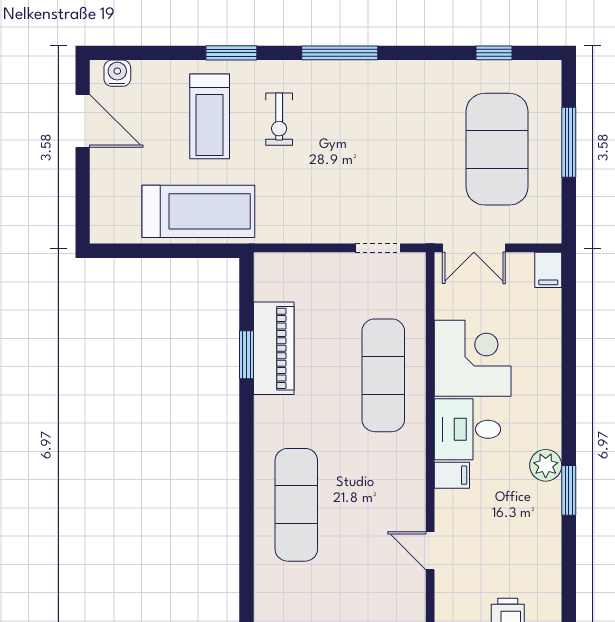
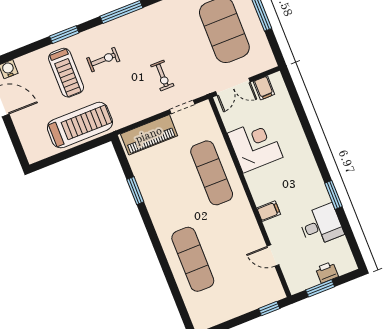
exercise bike: (279, 119) -> (103, 60), turned -90
exercise bike: (366, 184) -> (162, 75), added
filing cabinet: (548, 270) -> (264, 88), moved
piano: (274, 348) -> (149, 135), moved, turned 90
desk: (467, 429) -> (321, 225), moved, turned 180
plant: (546, 465) -> (316, 186), removed

